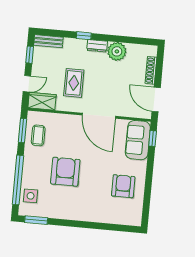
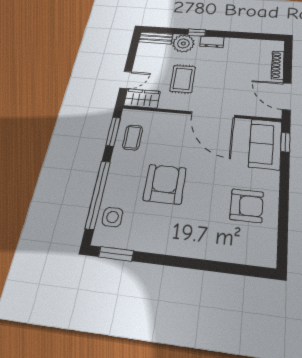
plant: (117, 51) -> (183, 43), moved
window: (30, 55) -> (133, 51), removed
armchair: (123, 186) -> (247, 206), turned 90

